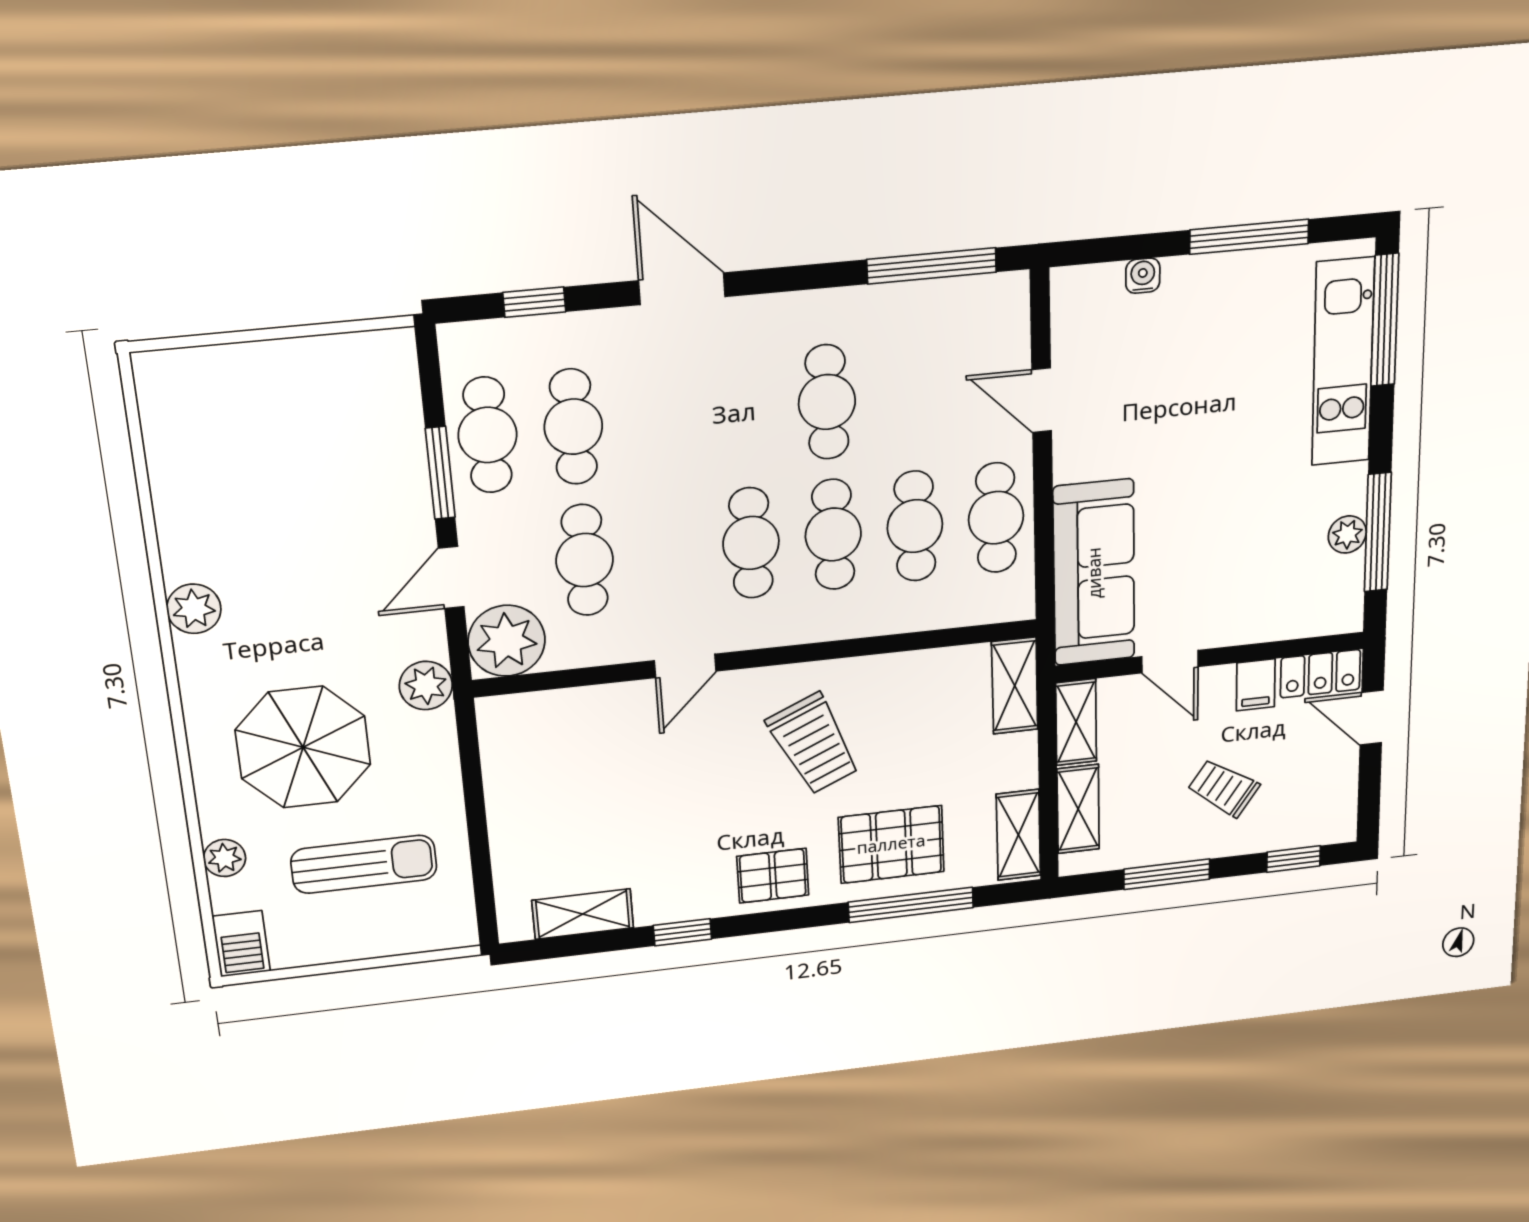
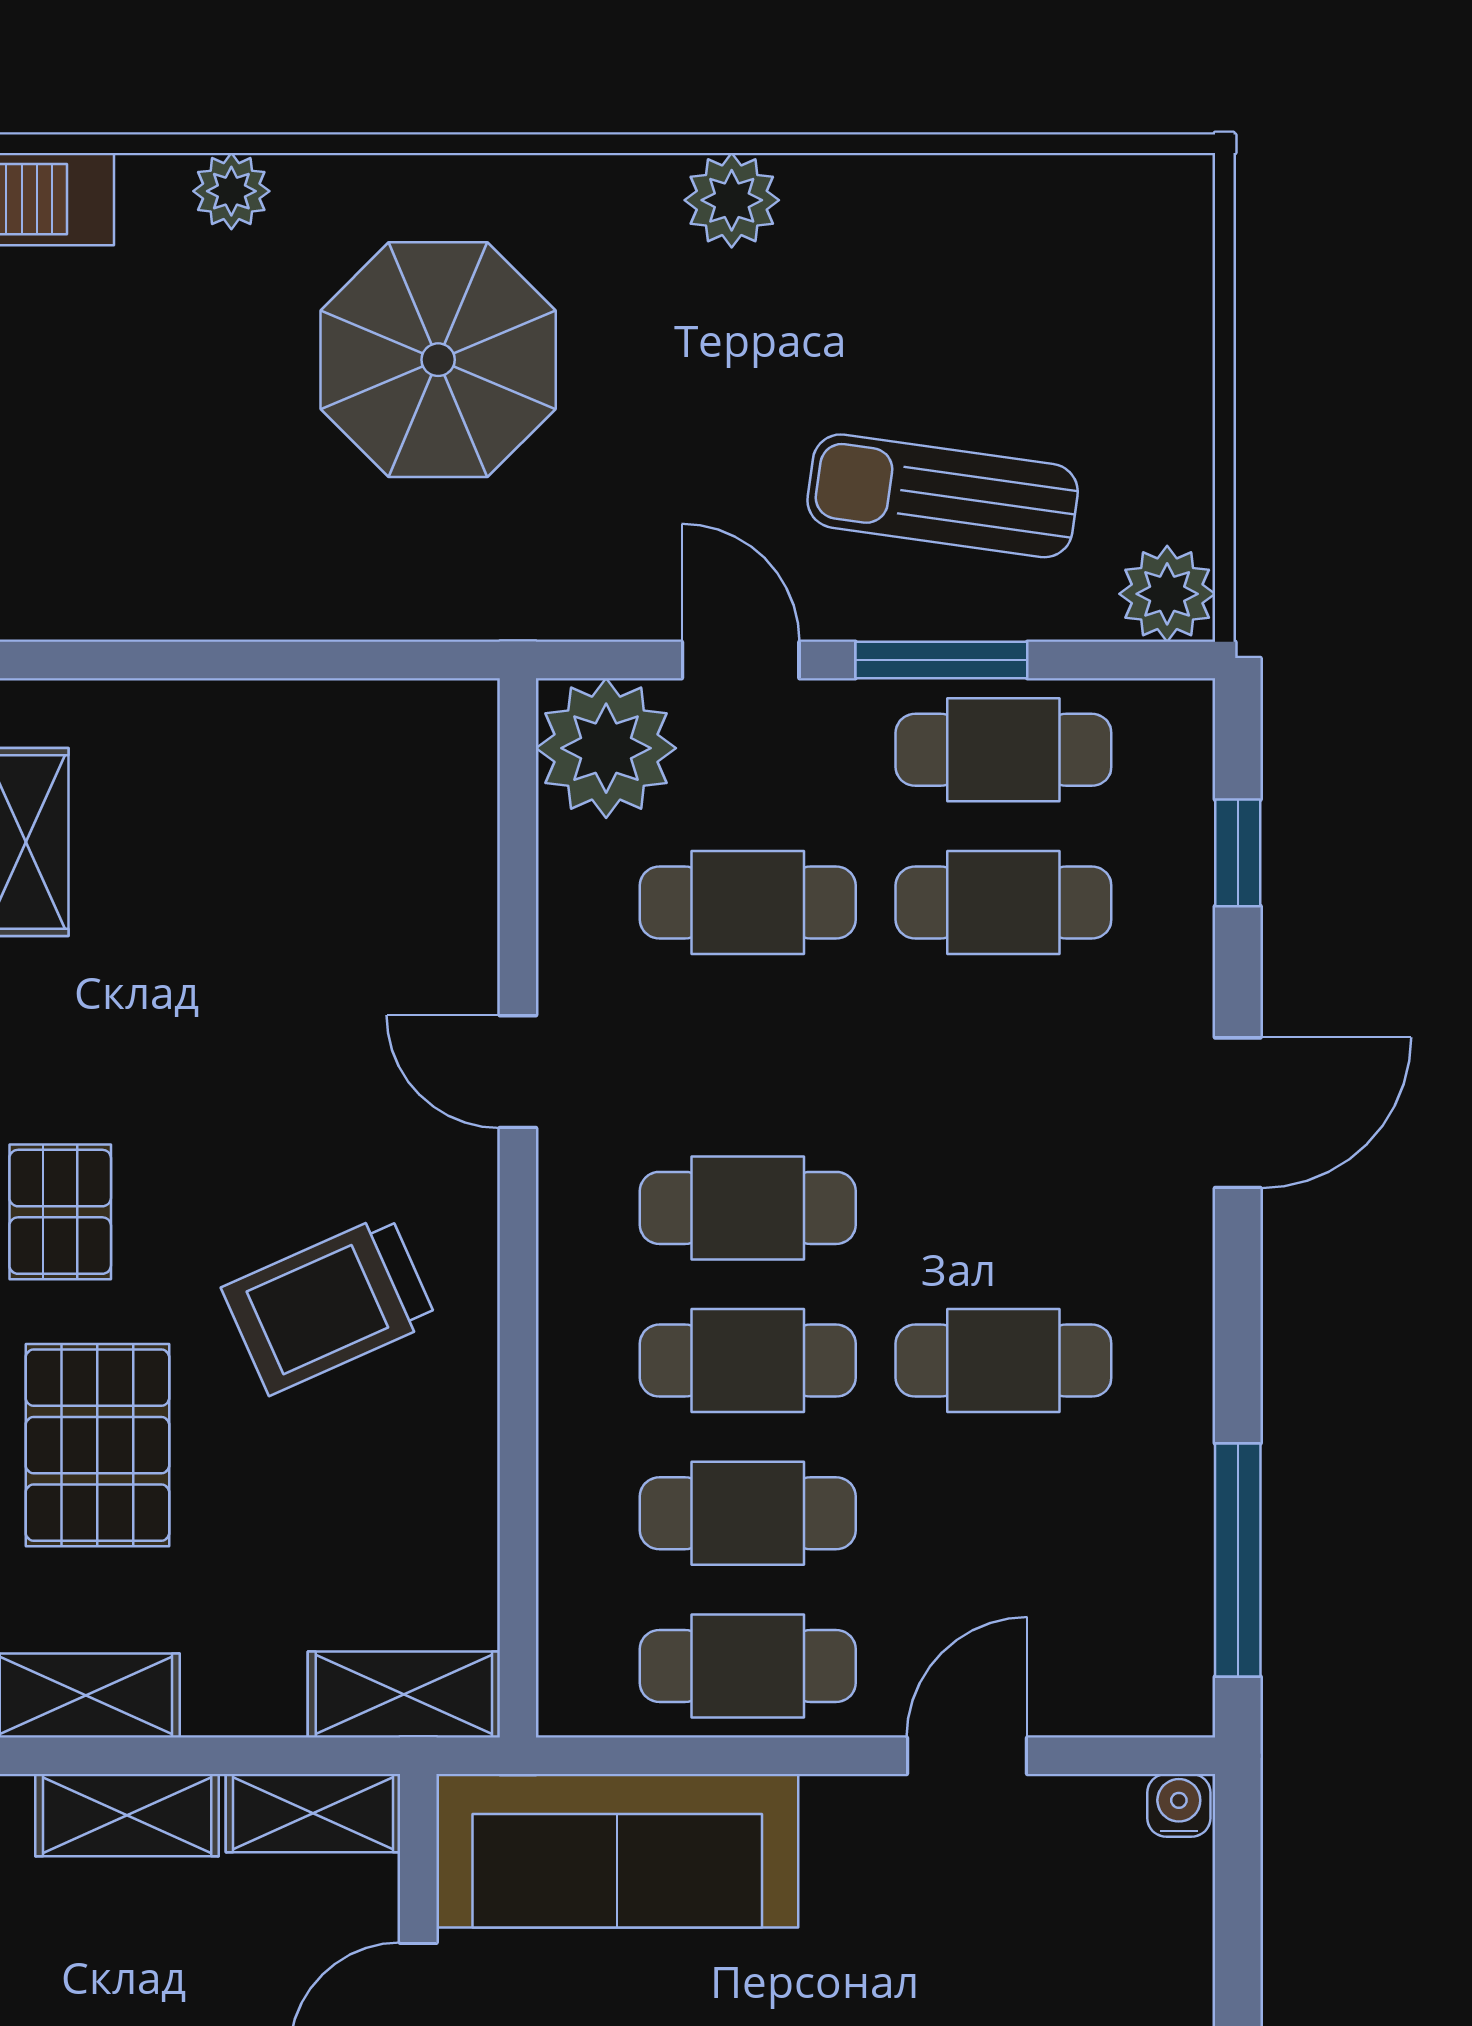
water cooler: (1143, 276) -> (1179, 1805), moved, turned -90
plant: (426, 686) -> (1167, 594), moved
sun lounger: (364, 864) -> (943, 496), moved, turned 98

